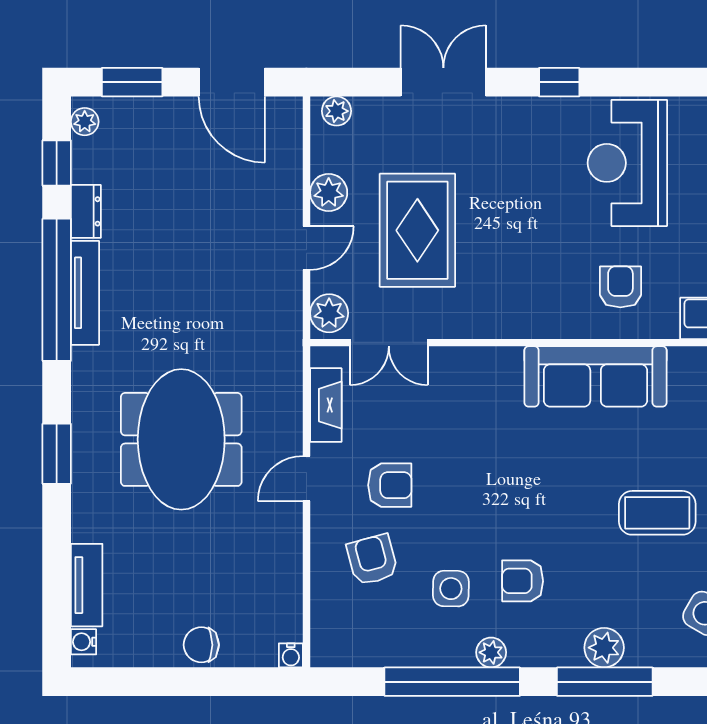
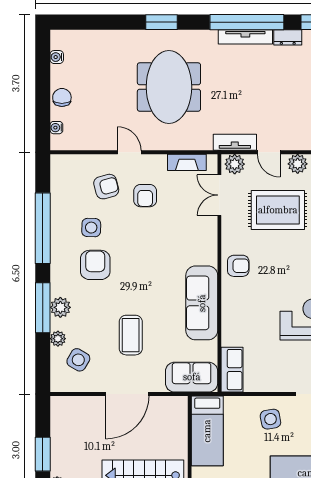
armchair: (620, 287) -> (238, 266), moved
meeting table: (181, 439) -> (169, 87), turned 90
door: (306, 479) -> (129, 152), moved
armchair: (523, 581) -> (95, 265), width x1.38, depth x1.38
tv unit: (87, 585) -> (235, 142), moved, turned 180
water cooler: (84, 642) -> (57, 57), moved, turned -90
plant: (491, 652) -> (58, 339), moved
water cooler: (291, 655) -> (56, 128), moved

